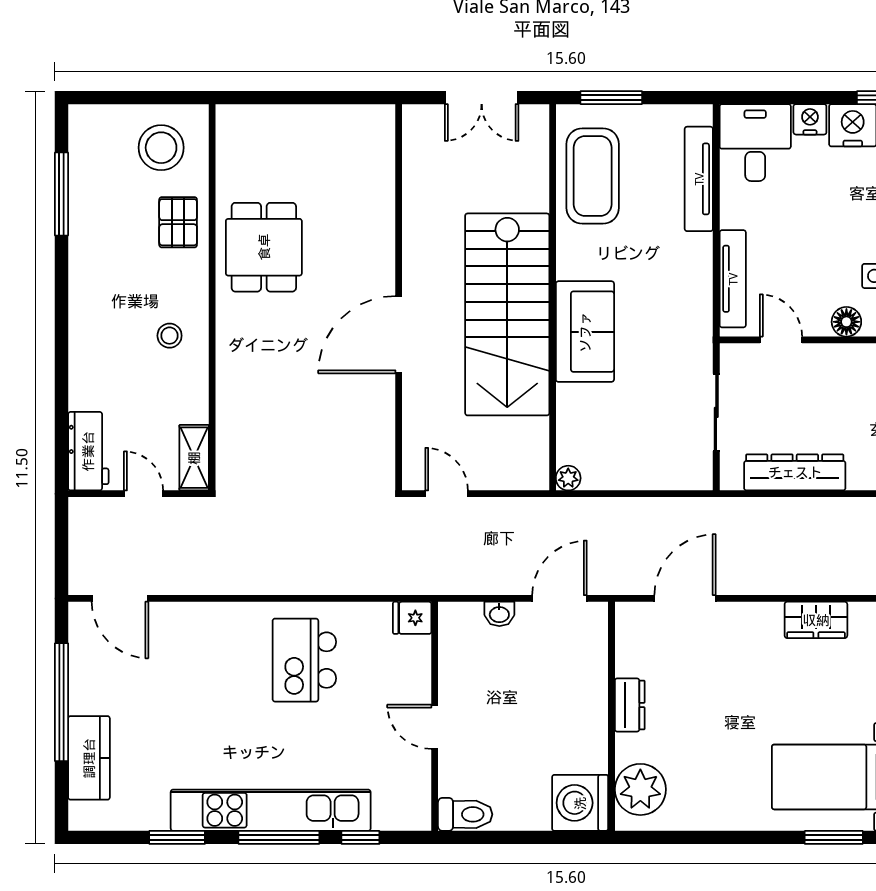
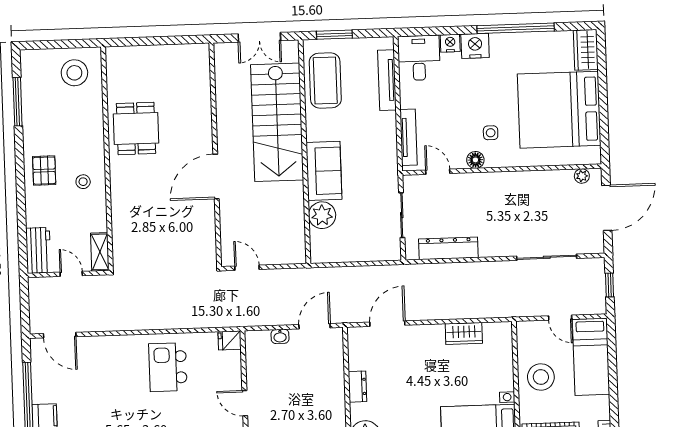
pallet: (178, 222) -> (44, 171), moved
stairs: (507, 314) -> (277, 122), moved
plant: (568, 478) -> (322, 215), moved, width x1.88, depth x1.88

